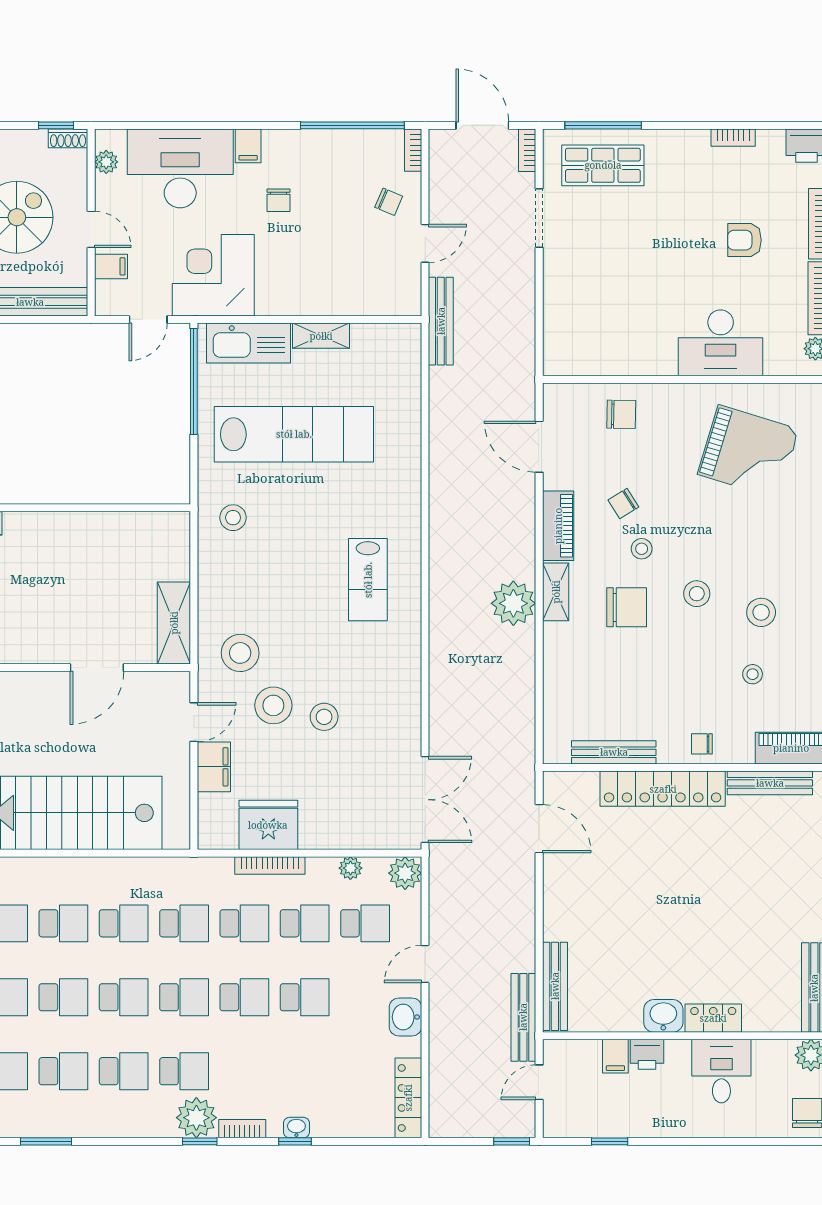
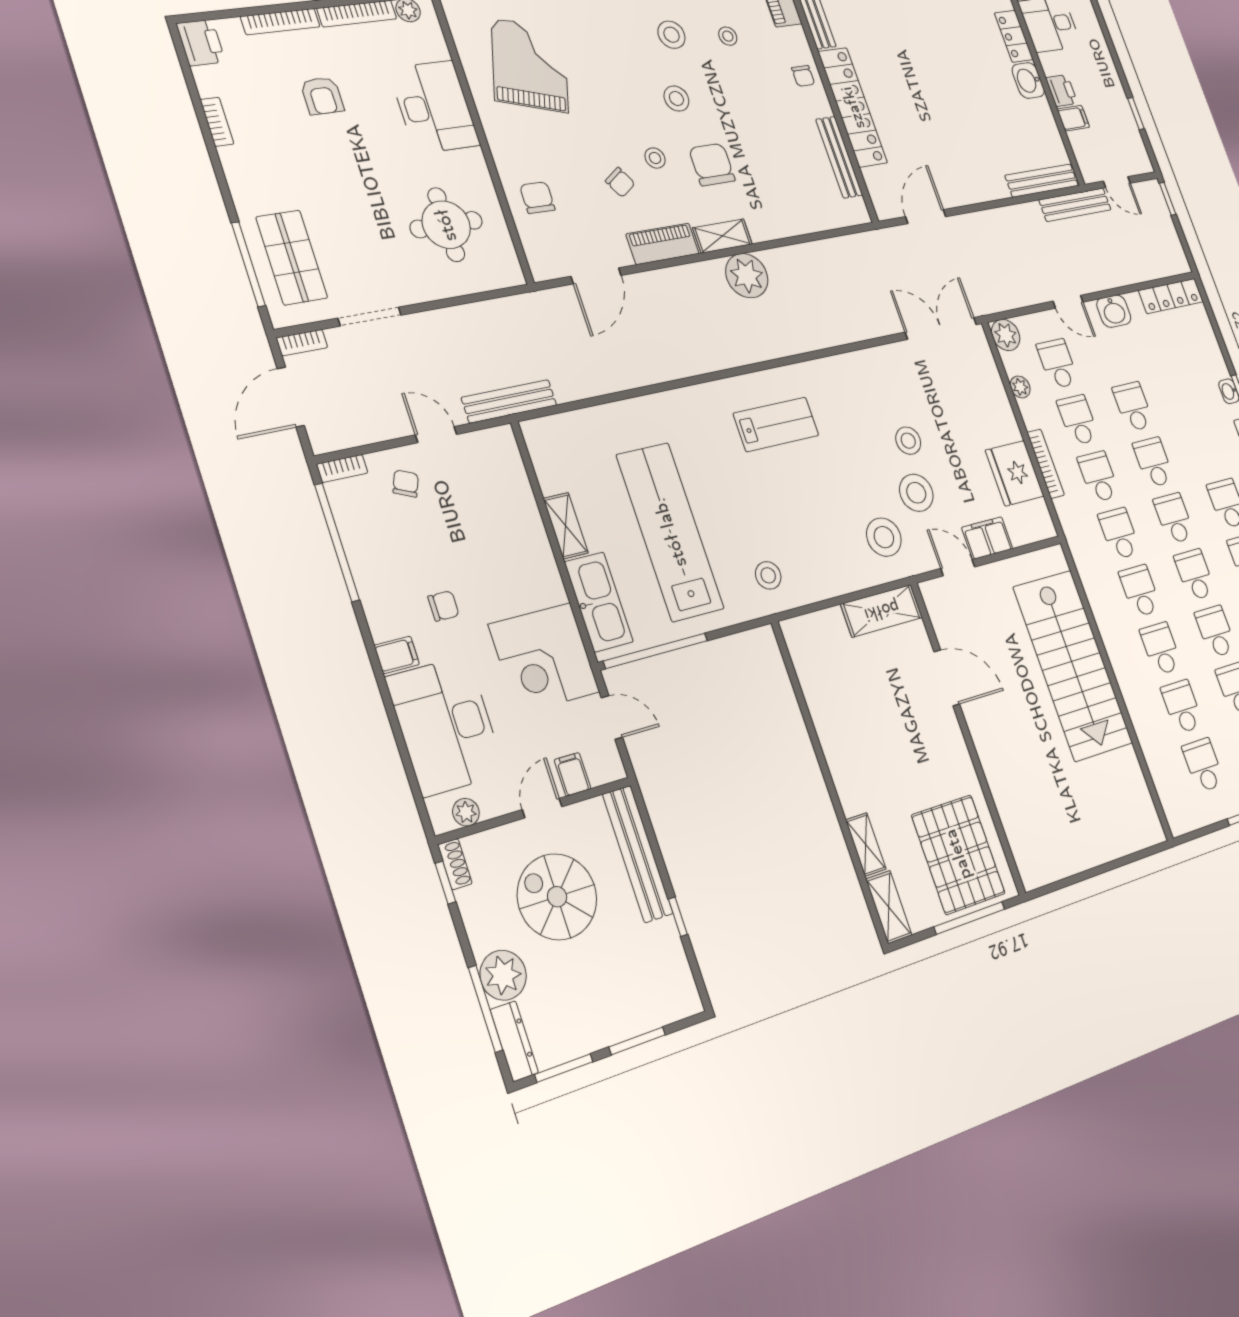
round table: (610, 317) -> (446, 225), added

